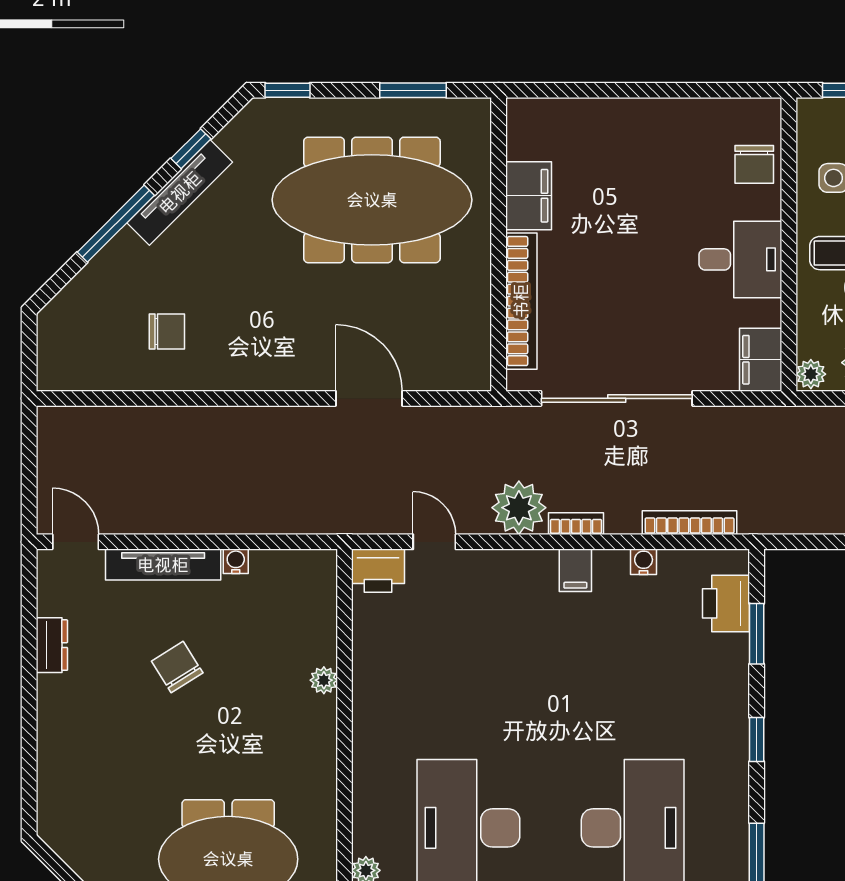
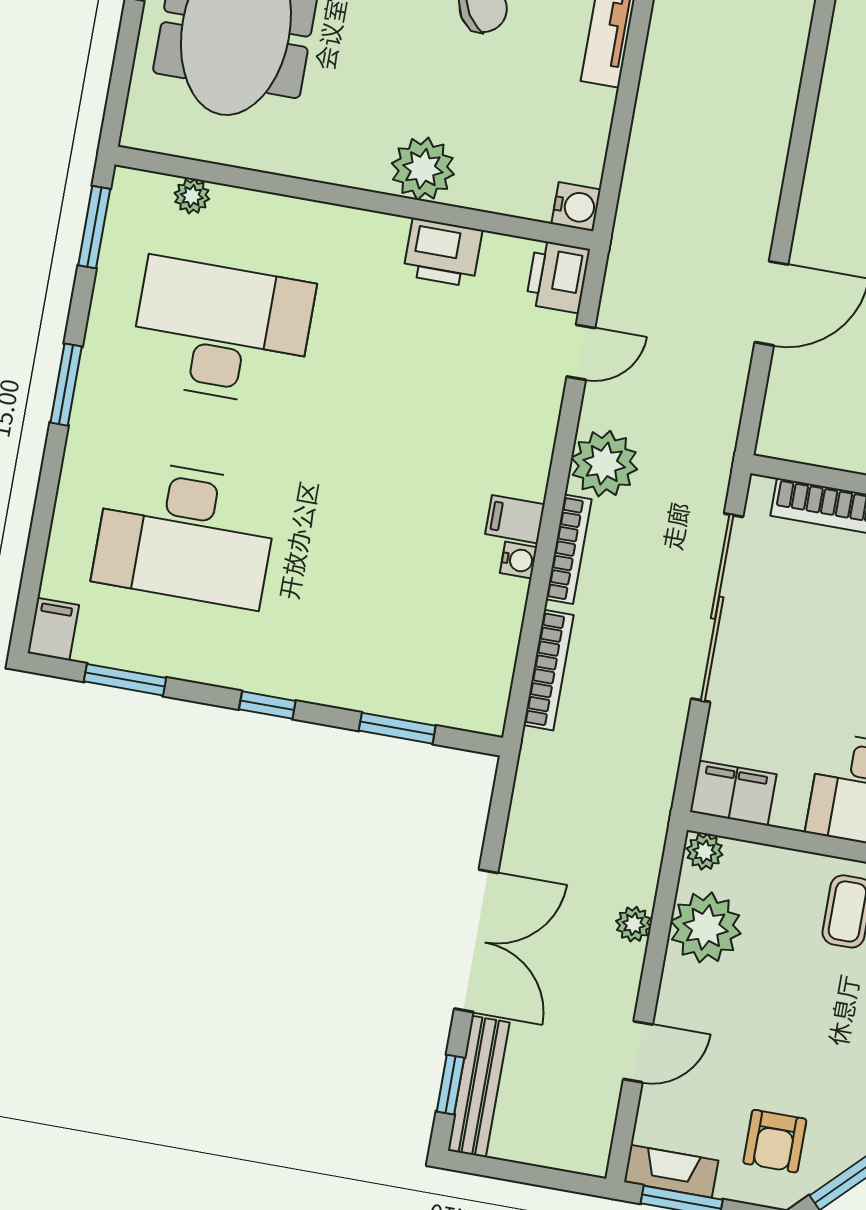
bookcase: (576, 524) -> (569, 549), width x1.56
water cooler: (236, 561) -> (576, 207), moved, width x1.38, depth x1.38
water cooler: (644, 562) -> (518, 560), moved
printer: (726, 603) -> (443, 252), moved, turned 180
plant: (324, 680) -> (423, 169), width x1.88, depth x1.88

